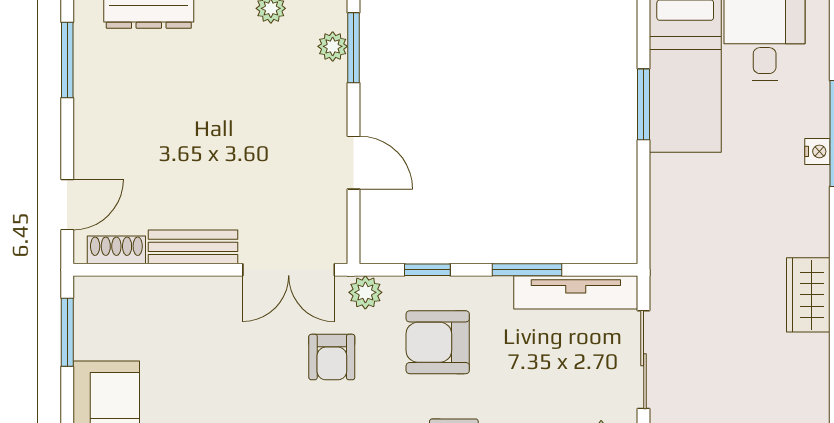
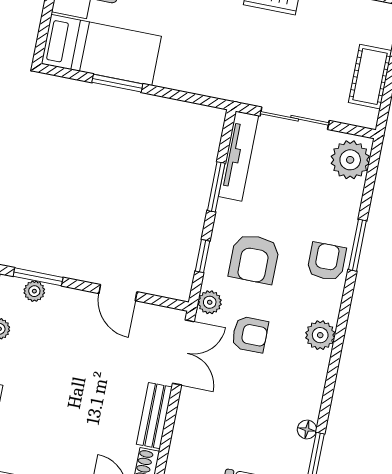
door: (353, 163) -> (118, 293), swing flipped

